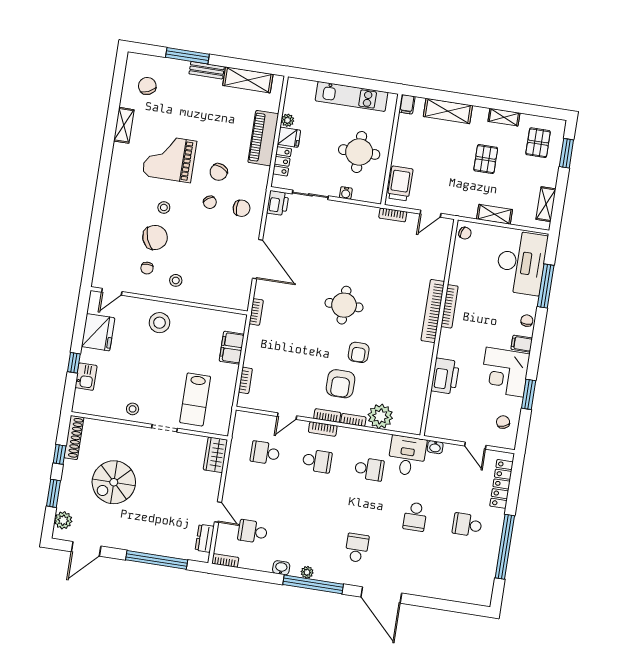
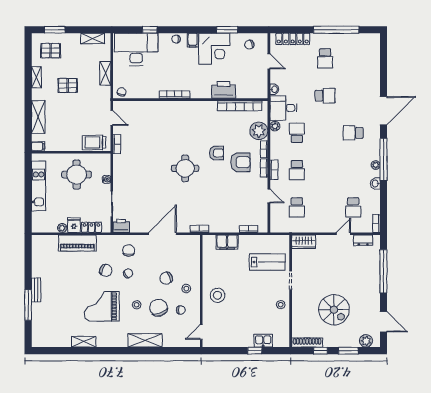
shelving: (248, 80) -> (145, 340), moved, turned 90
chair: (147, 86) -> (166, 278), moved
grand piano: (169, 158) -> (102, 306), turned 90
window: (546, 286) -> (150, 30), width x0.46
door: (112, 292) -> (201, 332), swing flipped
bookcase: (433, 311) -> (240, 106), moved
fridge: (98, 332) -> (231, 337), removed
plant: (383, 440) -> (275, 126), added
door: (475, 446) -> (269, 61), hinge flipped
school desk: (317, 461) -> (297, 170), turned 180

